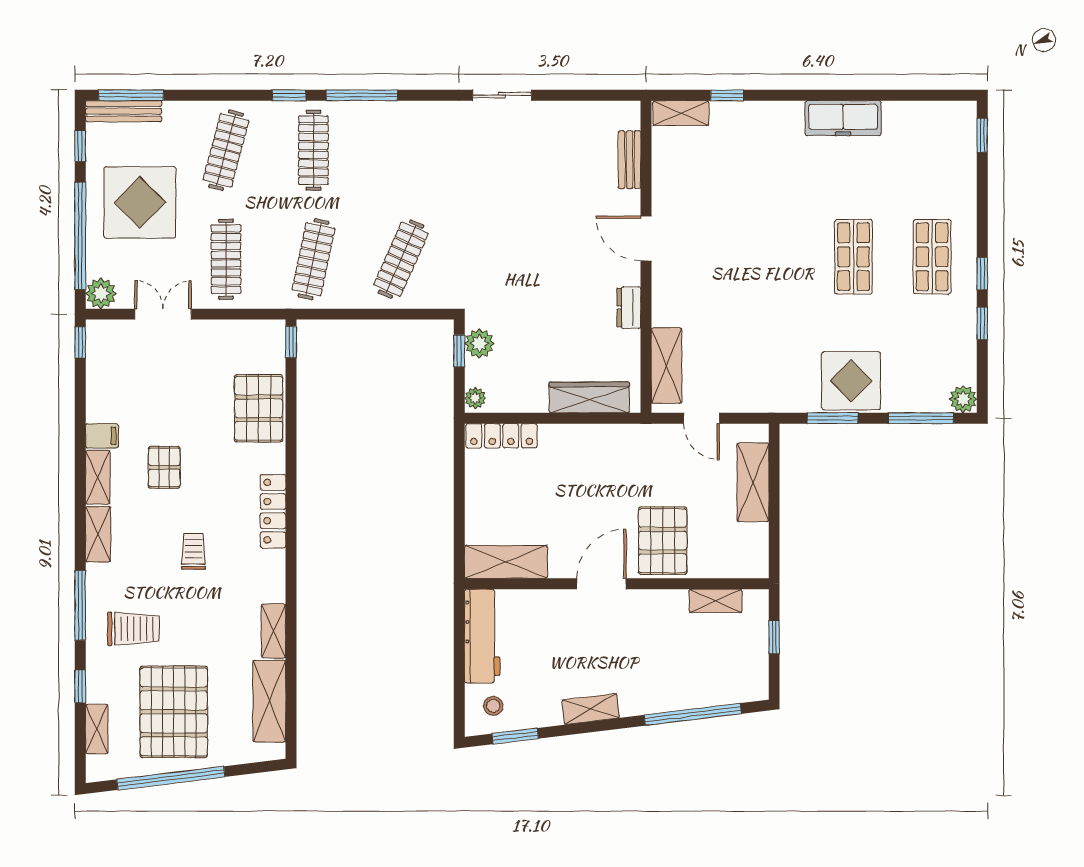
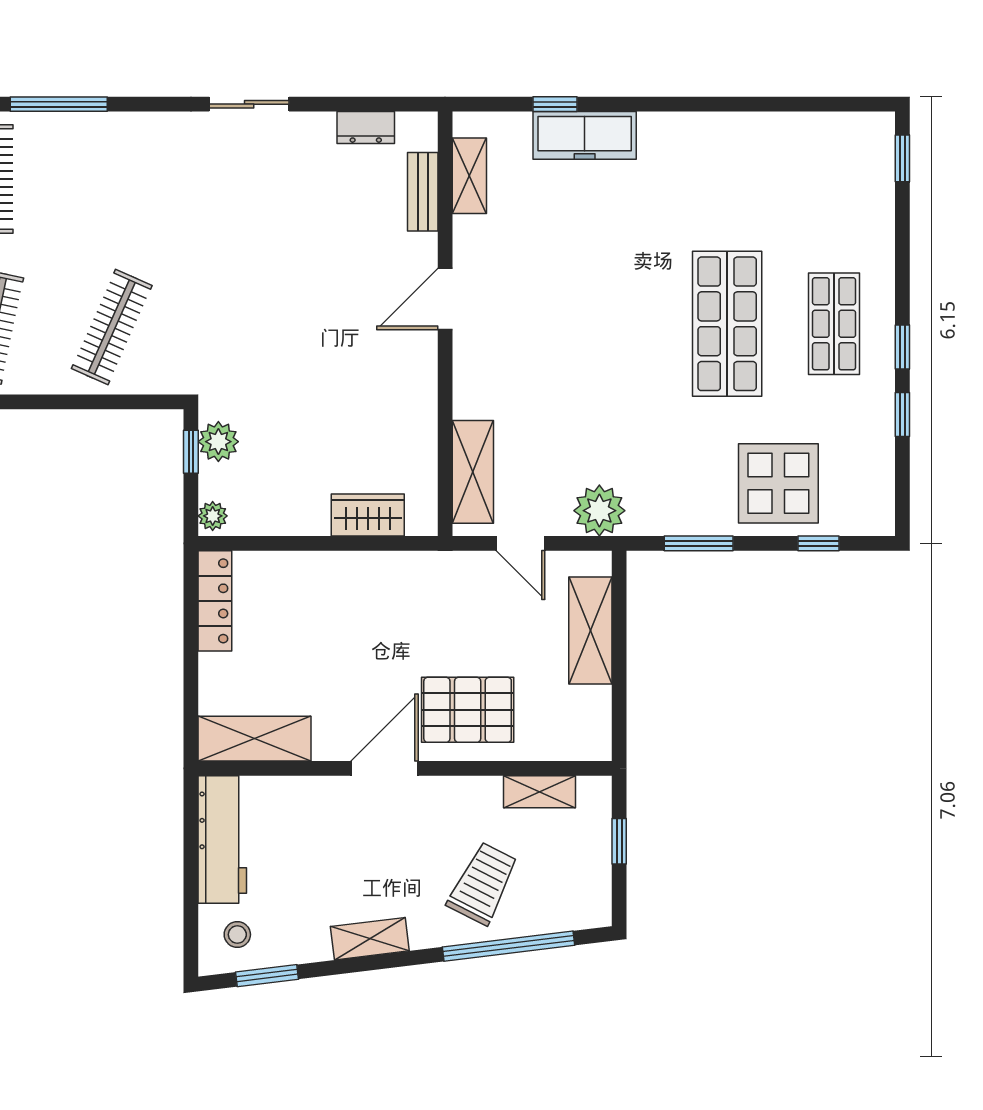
shelving: (681, 113) -> (469, 176), moved, turned 90
freezer: (843, 118) -> (585, 135), moved
door: (646, 239) -> (445, 299), hinge flipped
shop shelf: (853, 257) -> (727, 324), width x1.43, depth x1.36
dresser: (629, 308) -> (366, 128), moved, turned -90
display table: (851, 381) -> (778, 483), moved
wardrobe: (589, 397) -> (368, 515), width x0.67
plant: (963, 399) -> (599, 511), moved, width x1.36, depth x1.36
window: (921, 418) -> (819, 543), width x0.46
locker: (502, 436) -> (215, 601), moved, turned -90
pallet: (663, 541) -> (468, 710), turned 90
trolley: (674, 668) -> (483, 883), added

